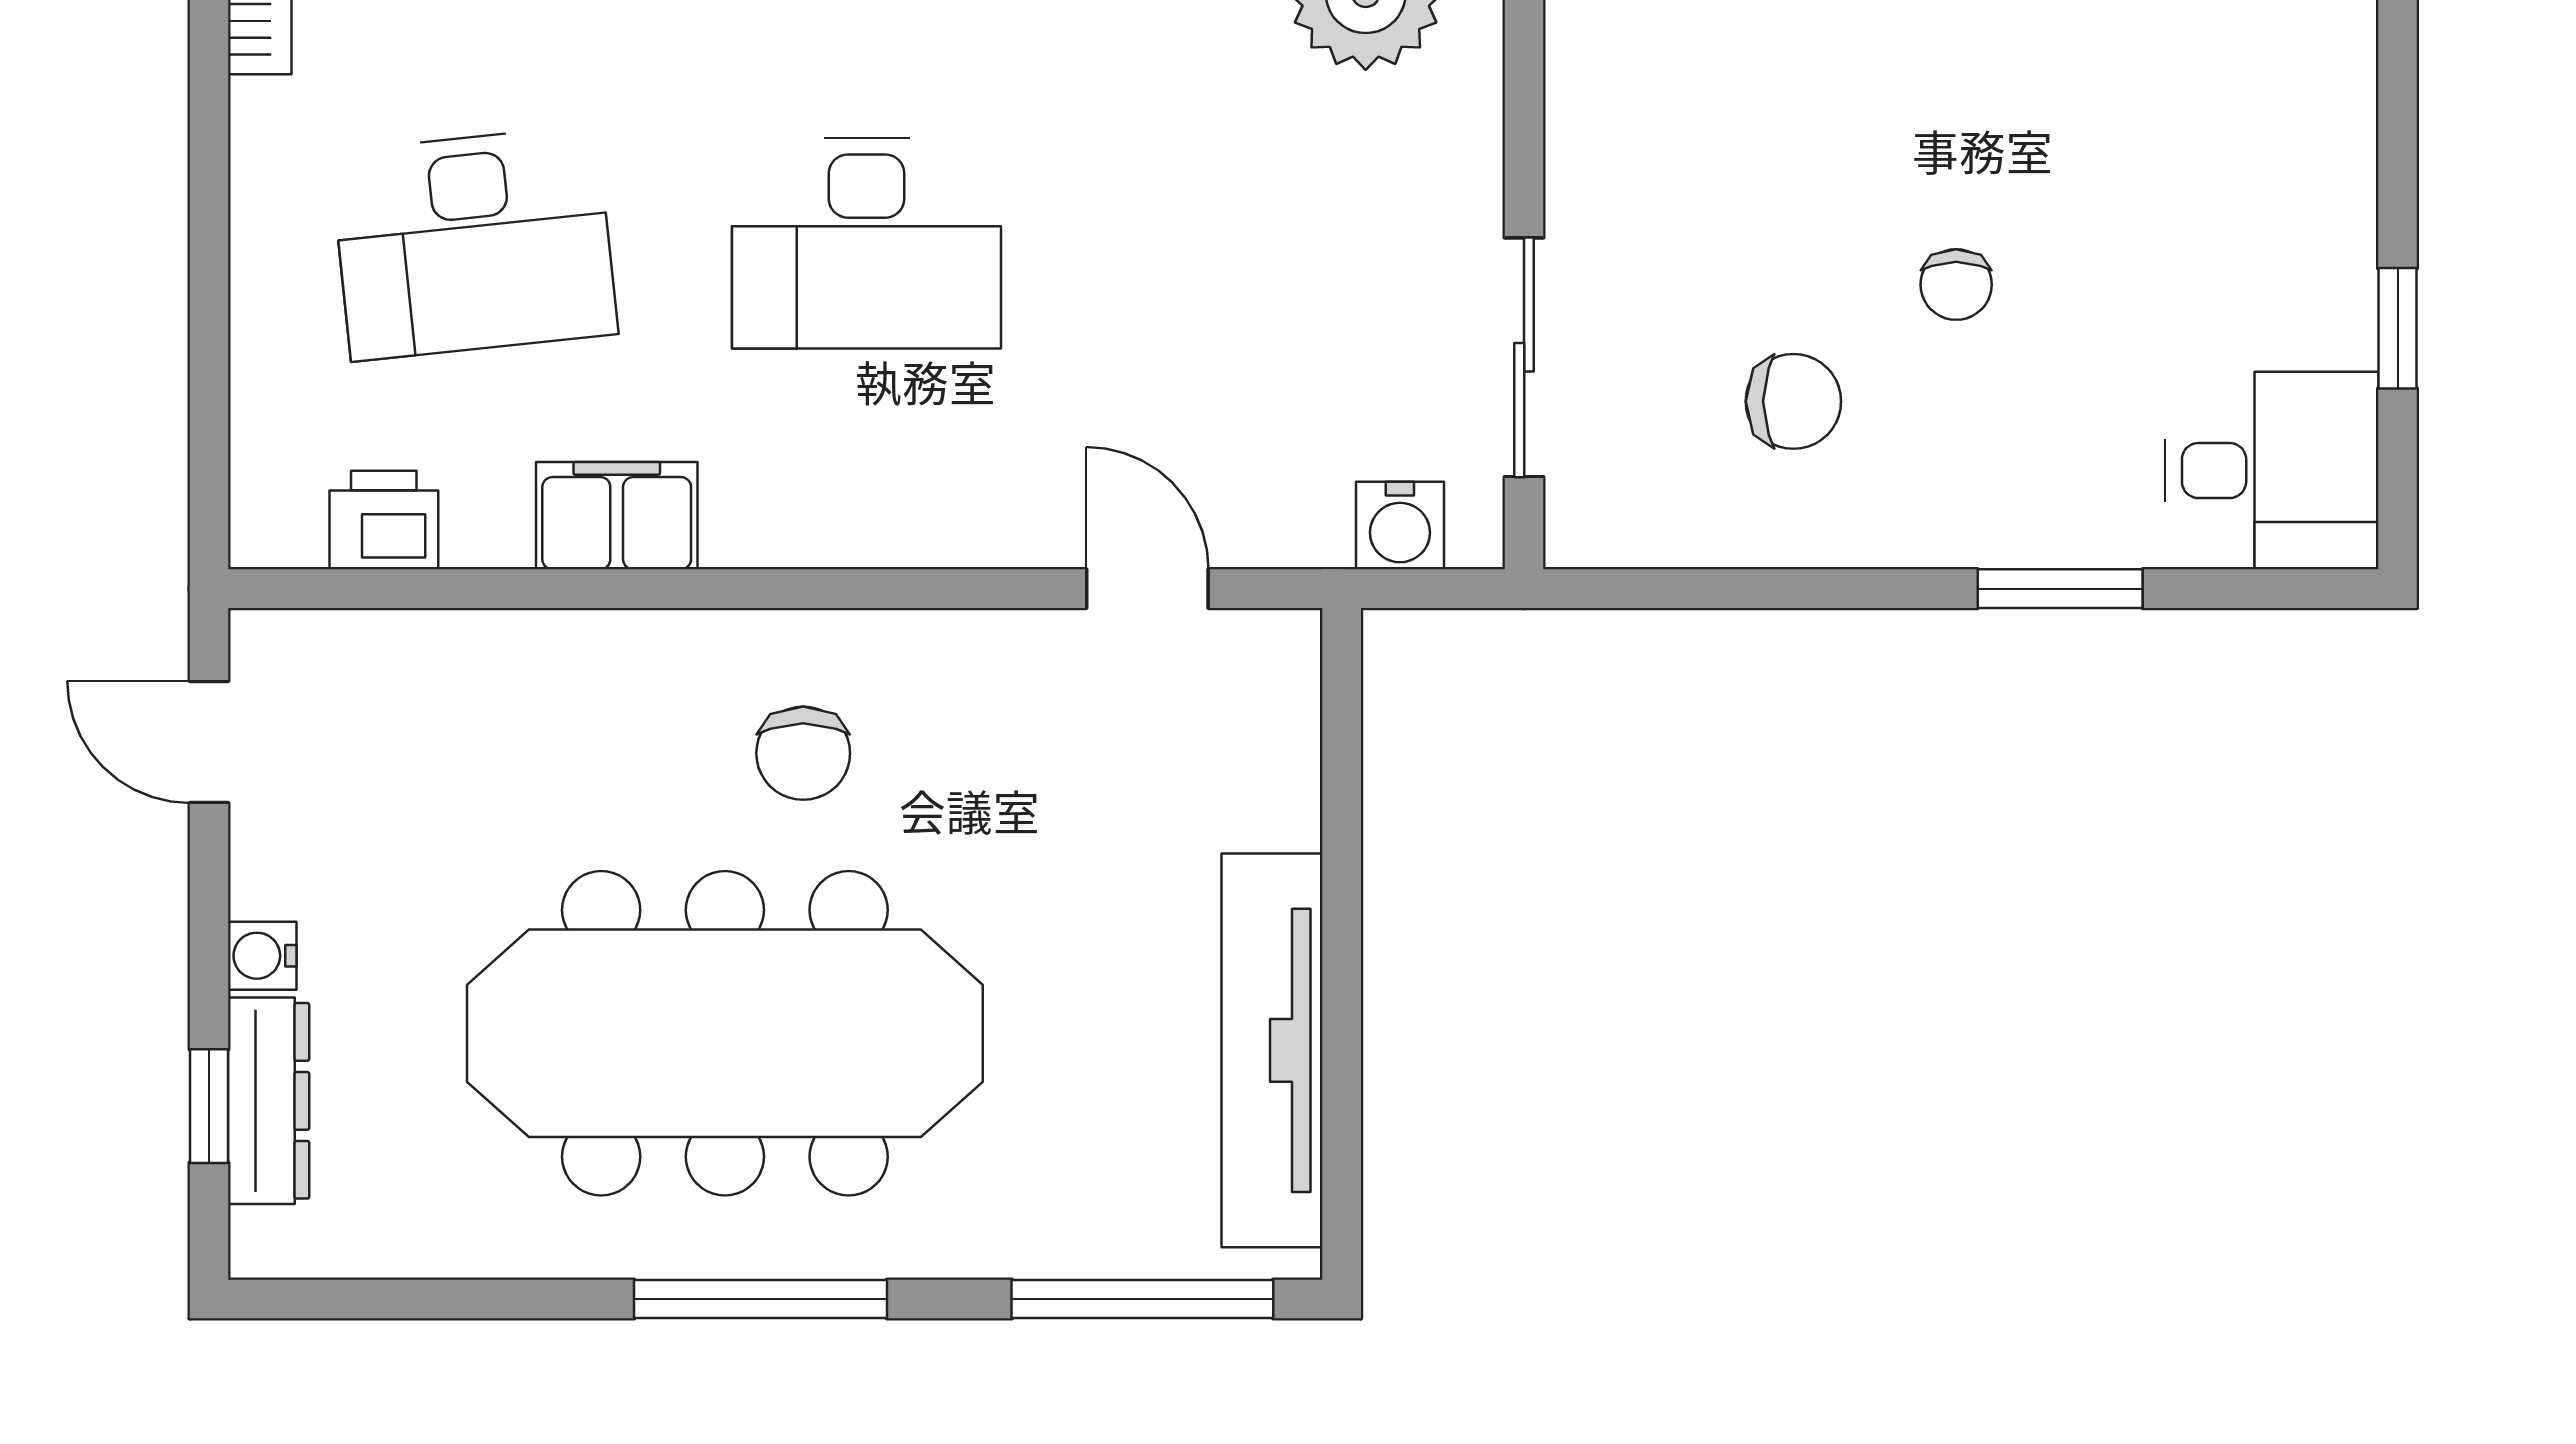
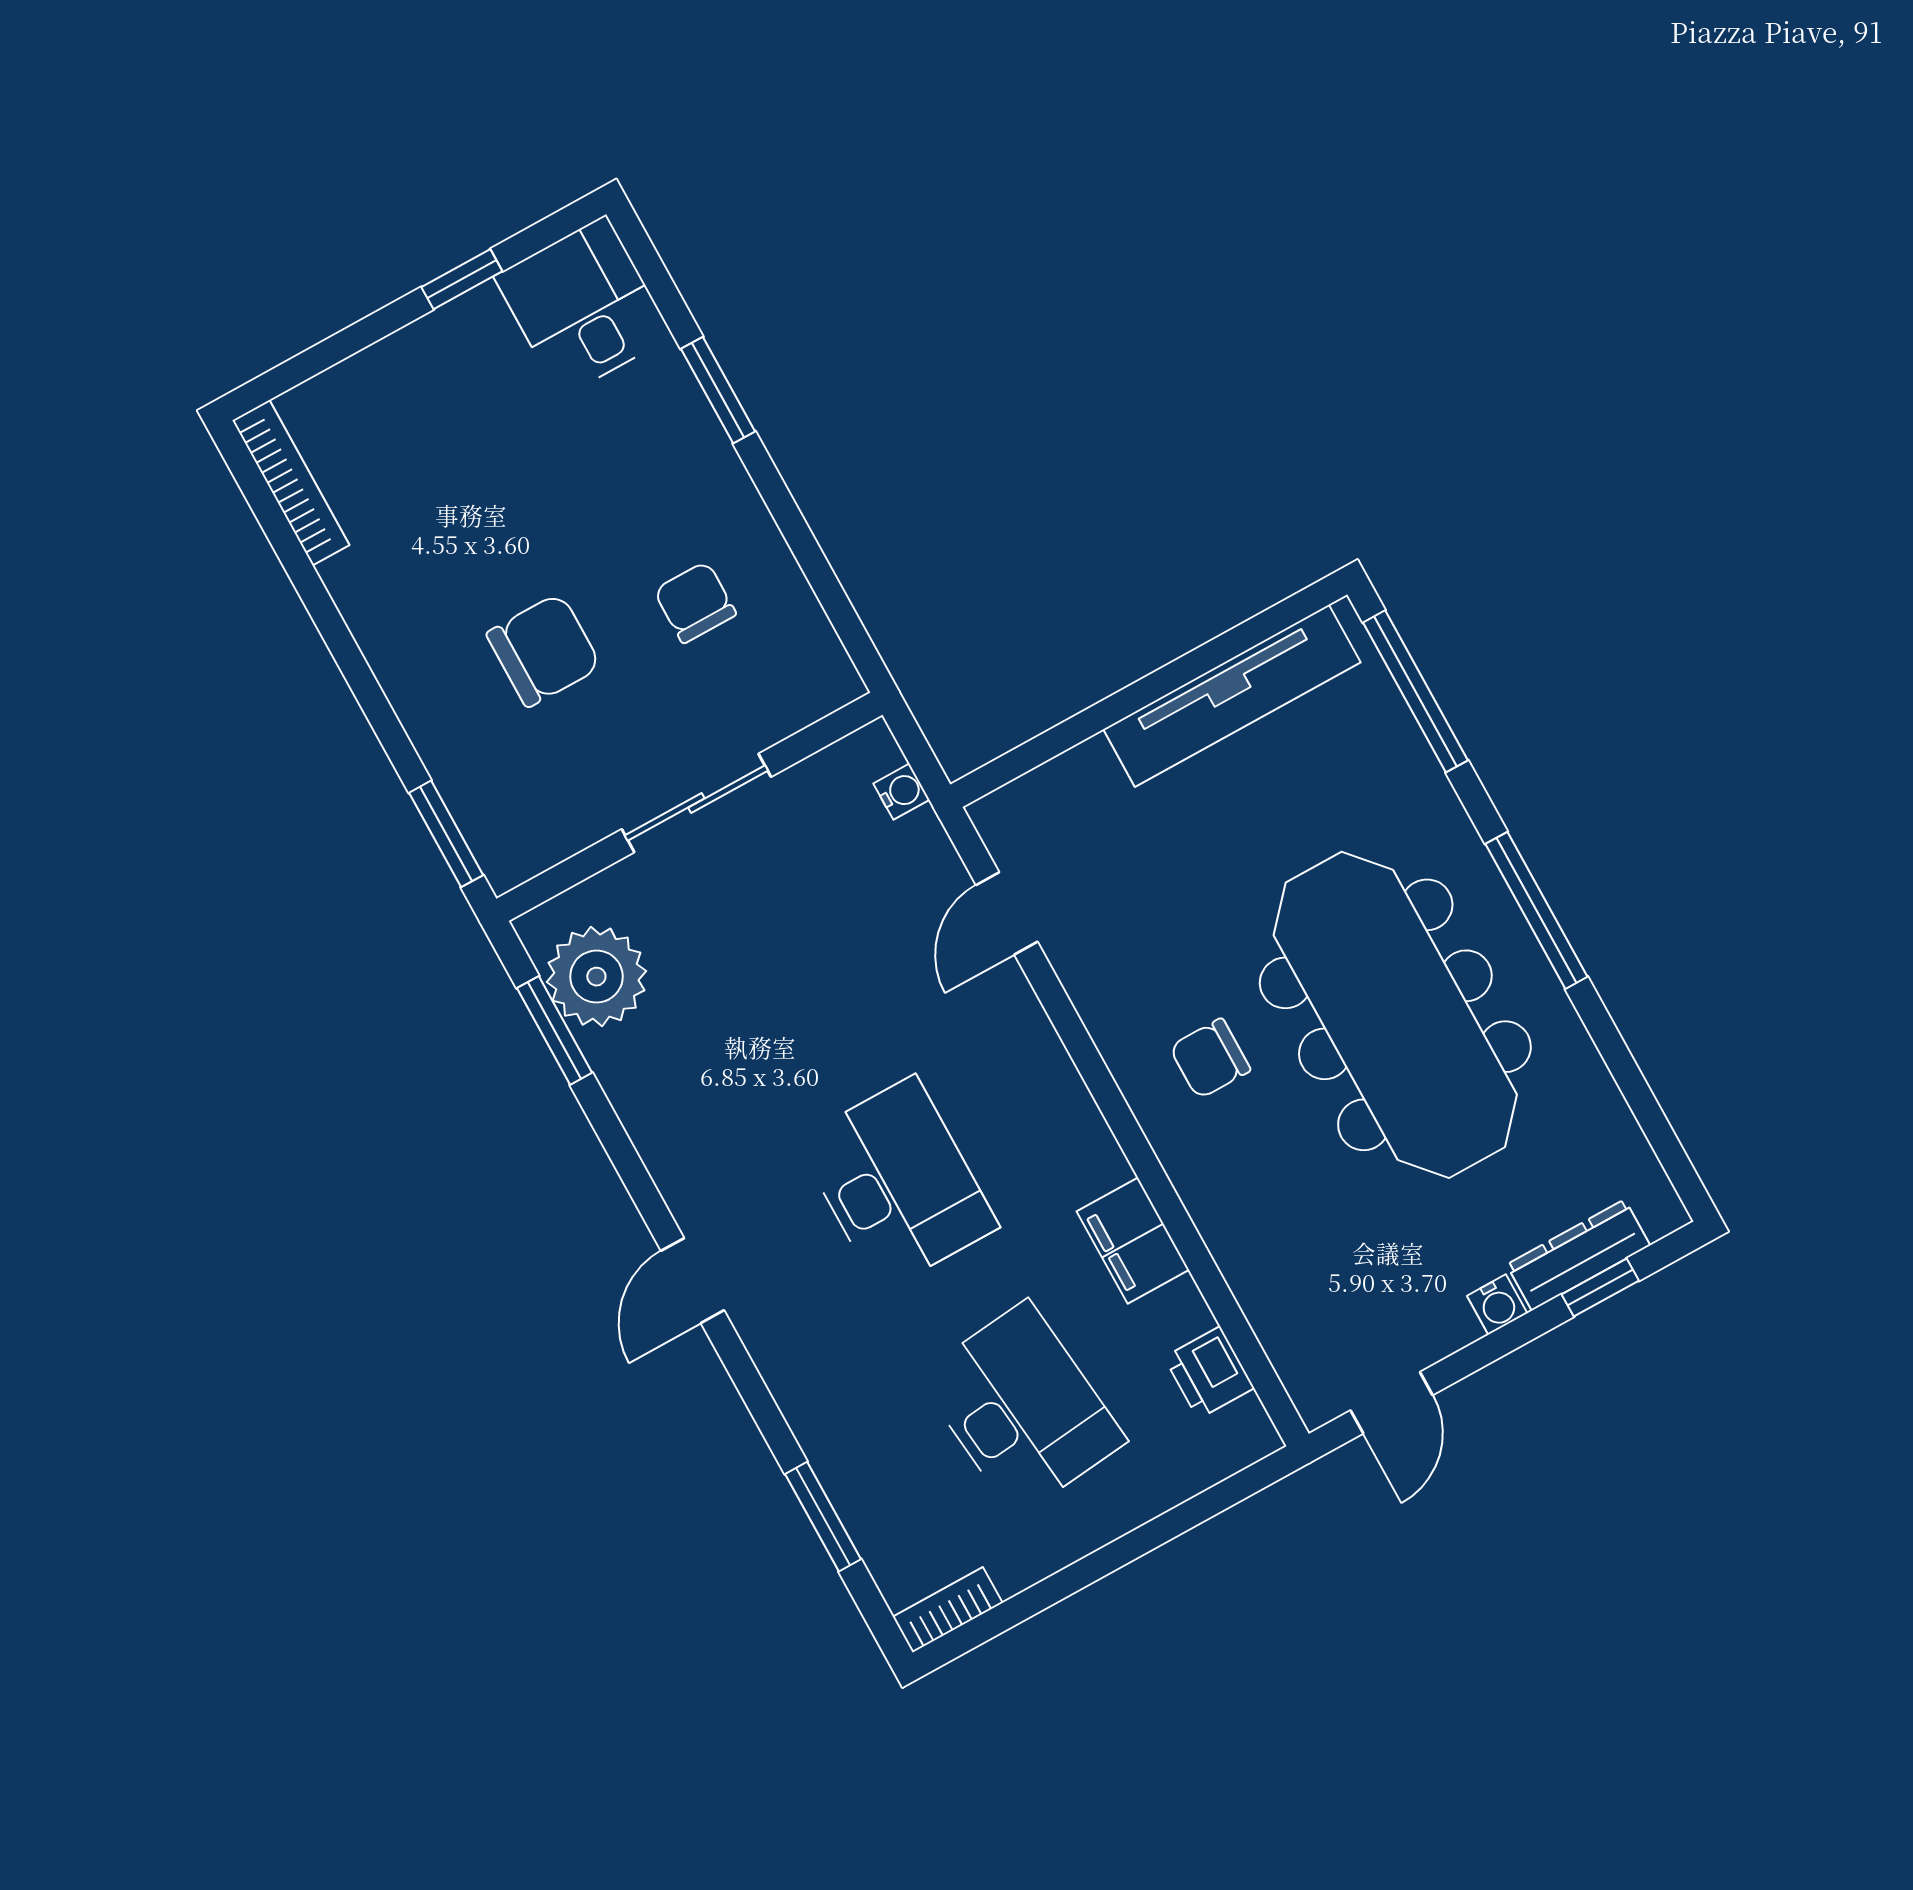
chair: (1956, 285) -> (544, 650), moved, width x1.87, depth x1.87
sliding door: (1524, 357) -> (696, 803), moved
water cooler: (1400, 526) -> (901, 792), width x0.72, depth x0.72
chair: (803, 753) -> (1210, 1059), turned 180

